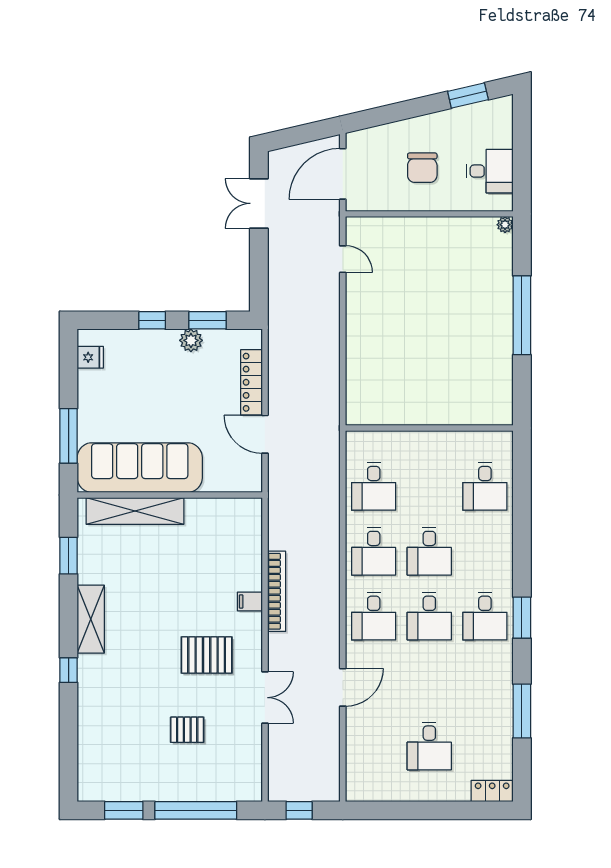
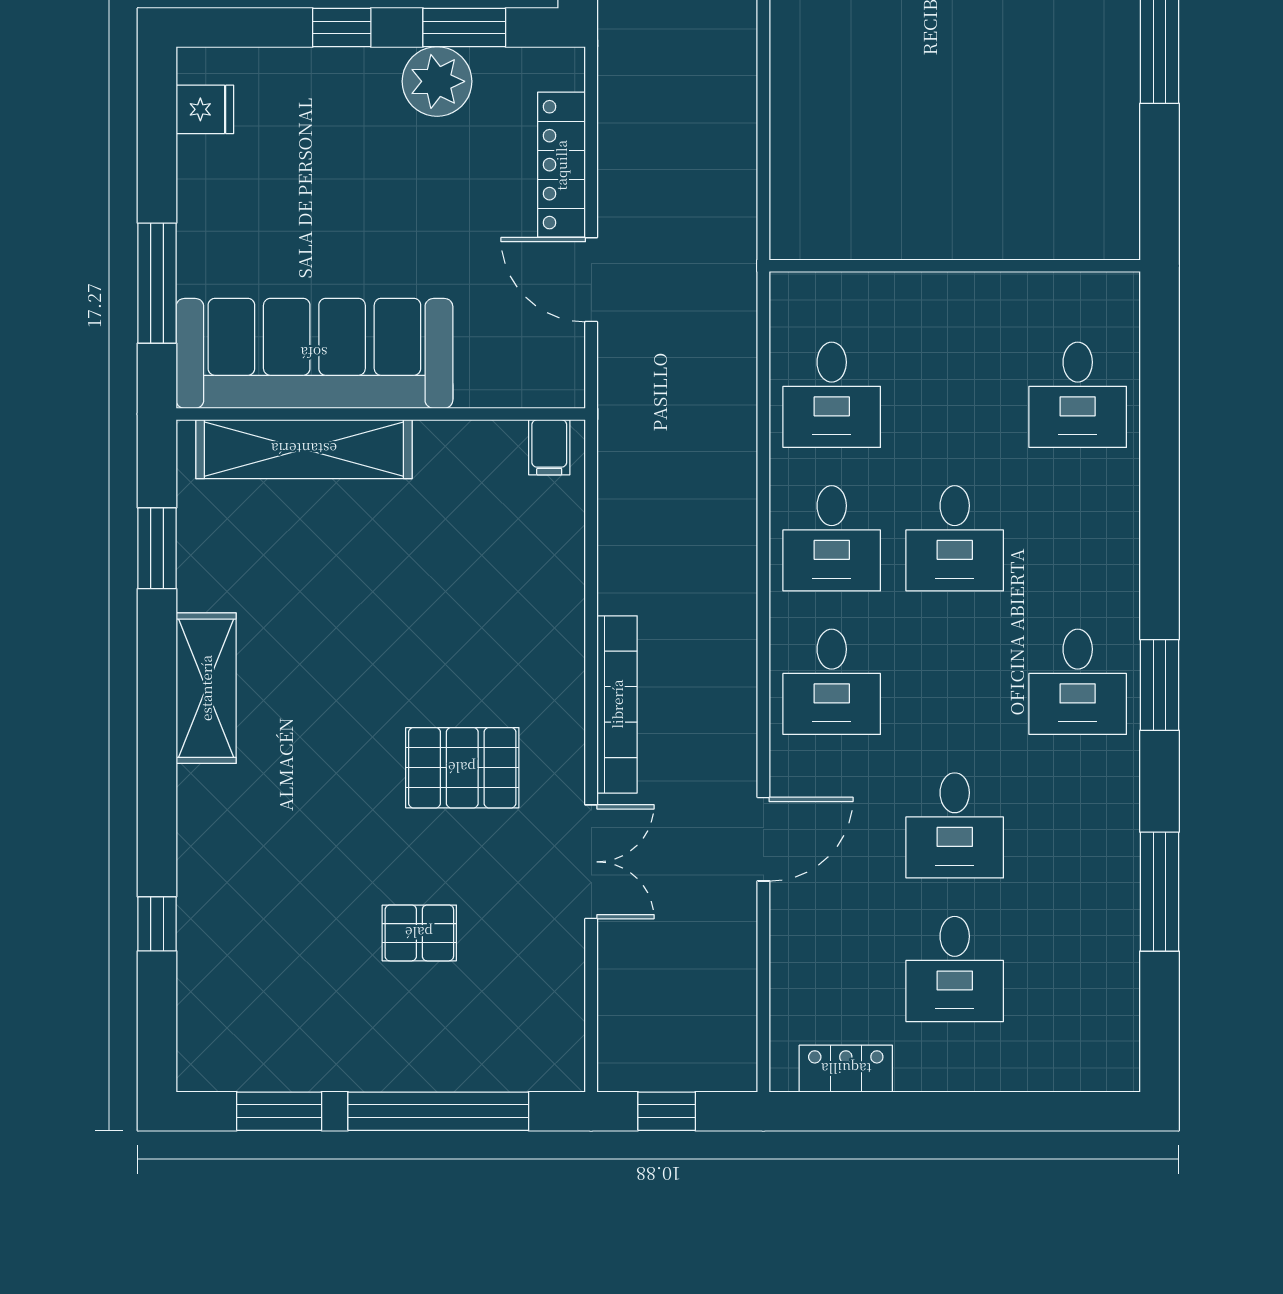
plant: (191, 340) -> (437, 81), width x1.36, depth x1.36
bookcase: (277, 591) -> (617, 704), moved
filing cabinet: (250, 601) -> (549, 447), moved, turned -90
desk: (429, 616) -> (955, 825), moved
window: (69, 670) -> (157, 924), moved
locker: (492, 791) -> (846, 1069), moved

